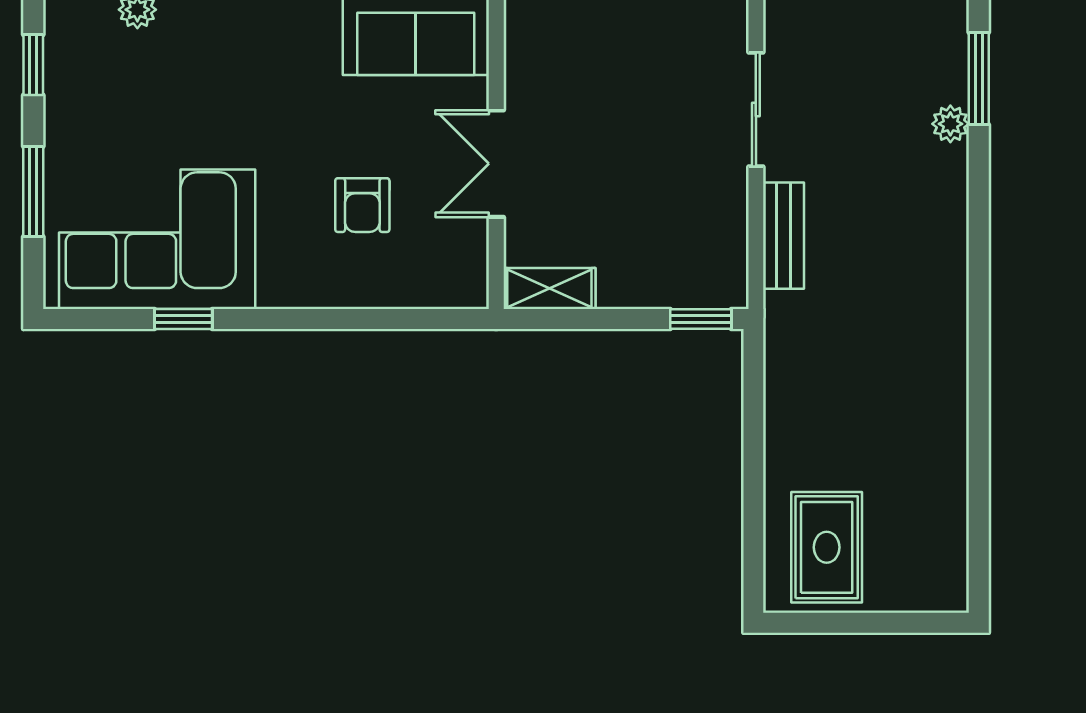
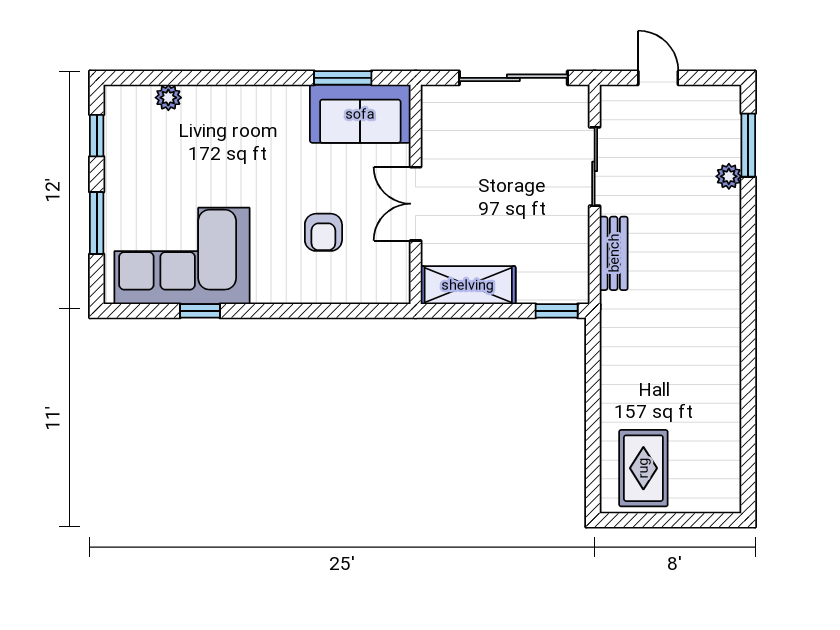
shelving: (549, 289) -> (468, 285), width x1.50, depth x1.33

